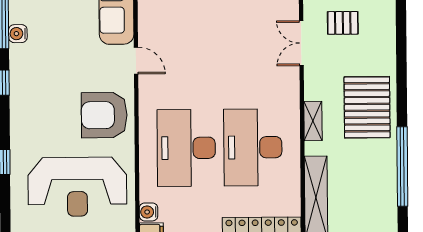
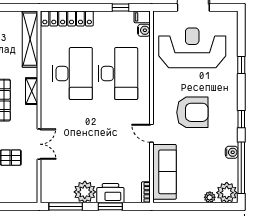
armchair: (104, 115) -> (192, 112), moved

